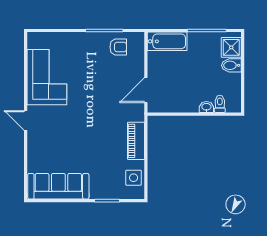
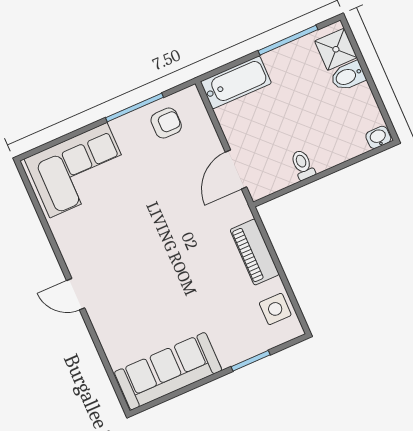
corner sofa: (47, 77) -> (78, 170), moved, turned 90
toilet: (220, 104) -> (303, 165), moved
washbasin: (206, 107) -> (378, 137), moved

